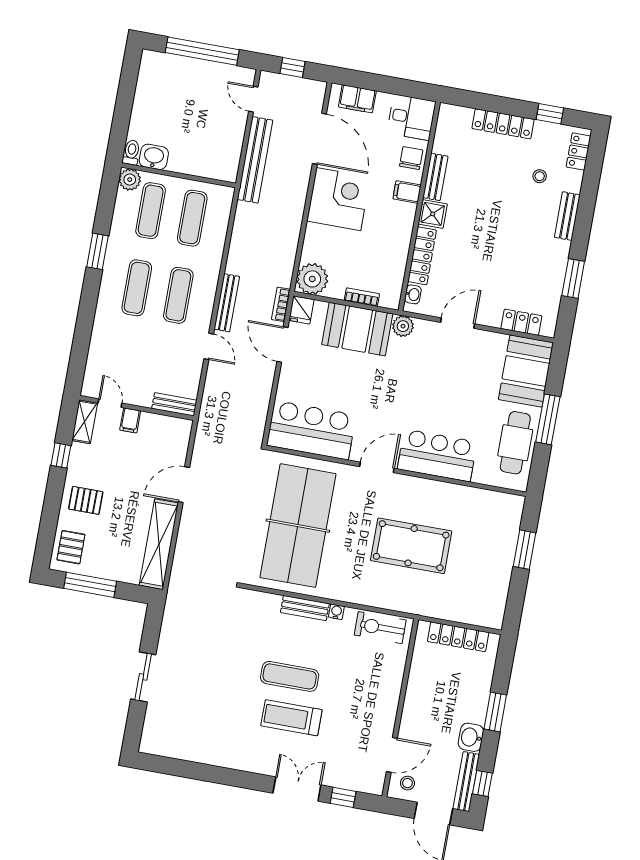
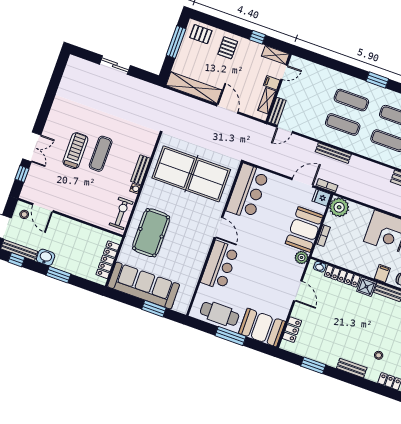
door: (209, 346) -> (285, 129), moved
shelving: (160, 423) -> (267, 101), added
pool table: (411, 546) -> (151, 233), moved
sofa: (490, 572) -> (144, 286), added

